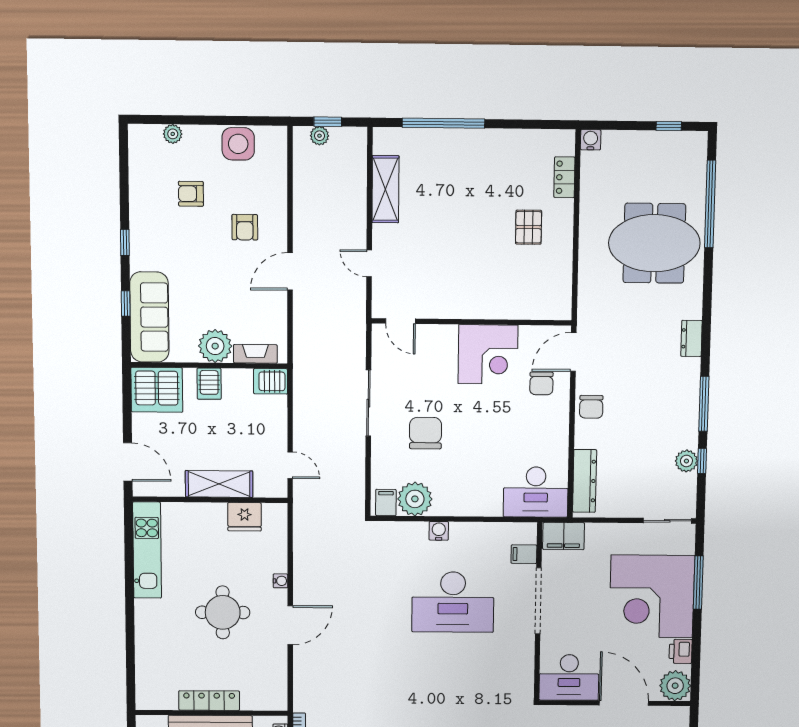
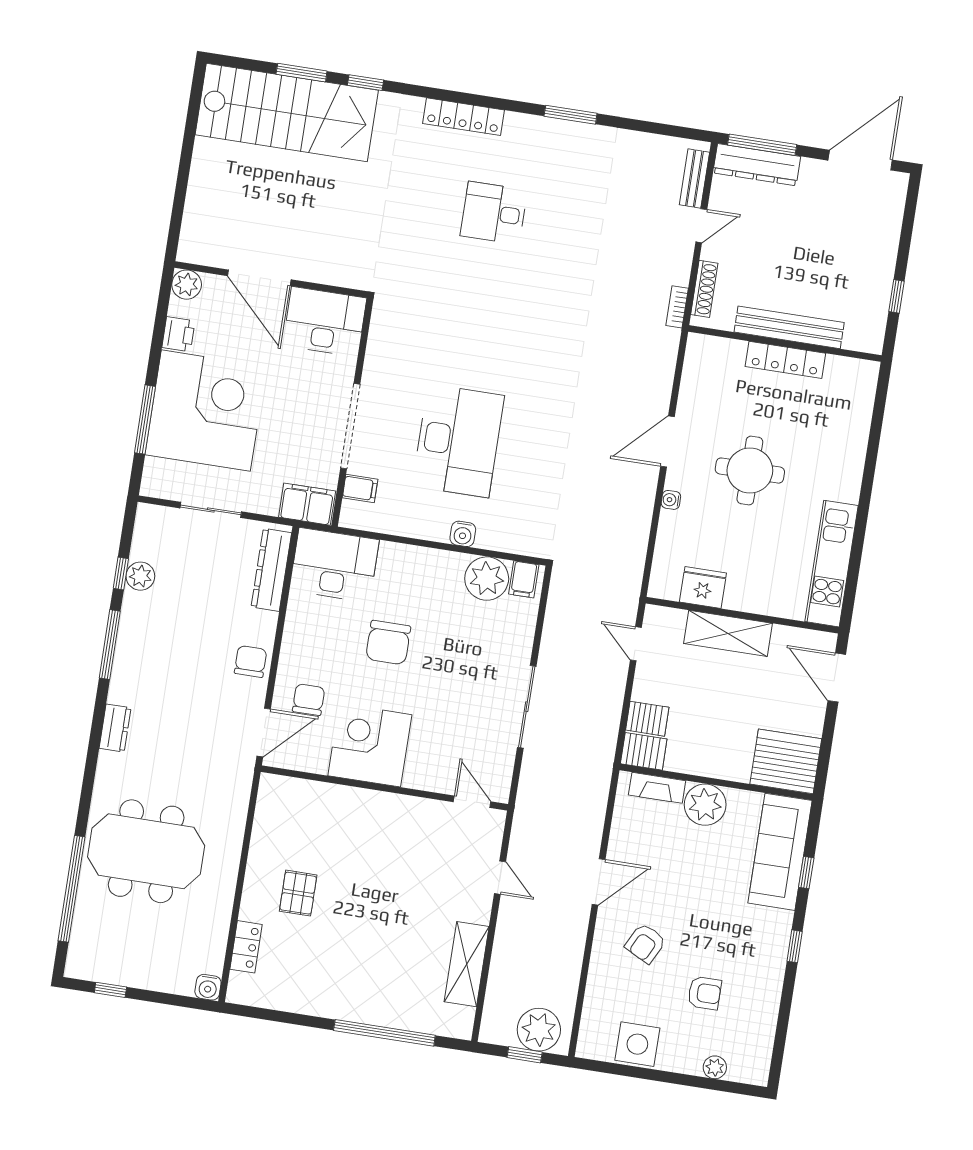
plant: (319, 136) -> (539, 1030), width x1.87, depth x1.87
armchair: (245, 227) -> (645, 943), turned -153
server rack: (209, 384) -> (647, 719), moved, turned 90
chair: (426, 433) -> (388, 643), moved
sliding door: (667, 521) -> (211, 510), moved
desk: (453, 602) -> (458, 441), turned 90
plant: (675, 686) -> (187, 285), width x0.73, depth x0.73

